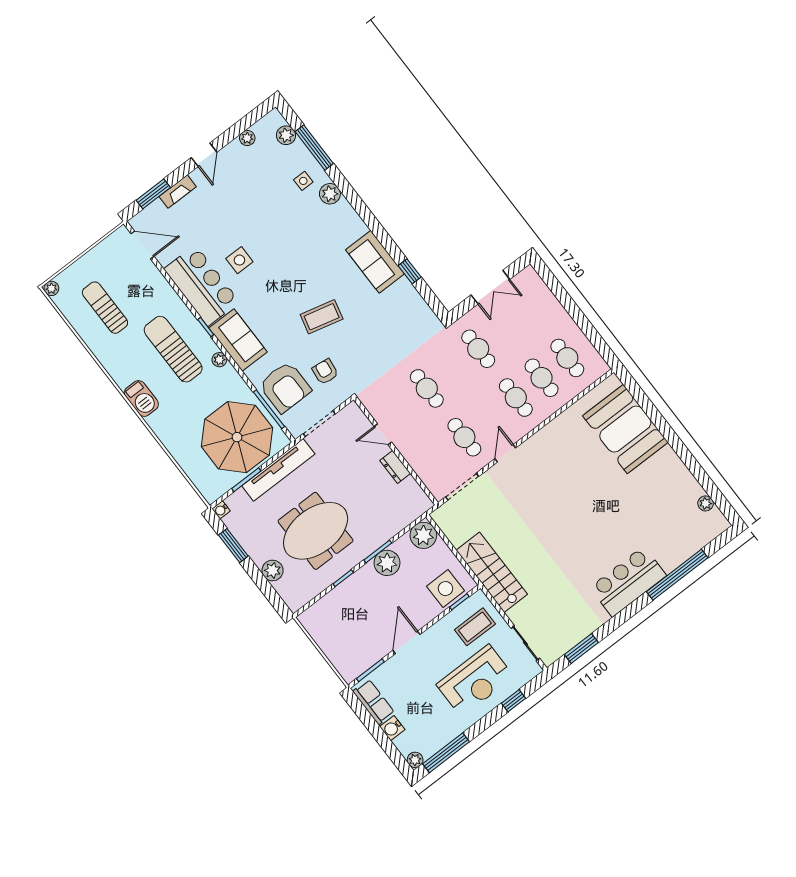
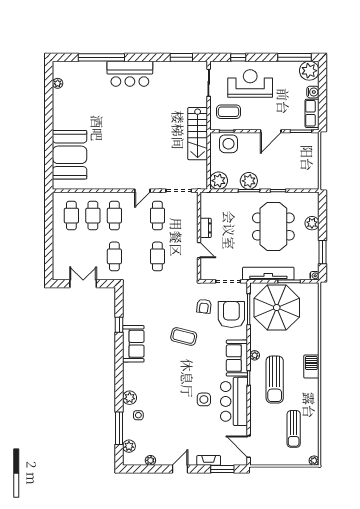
meeting table: (316, 531) -> (273, 227), turned 90
plant: (415, 760) -> (309, 71), width x1.88, depth x1.88

